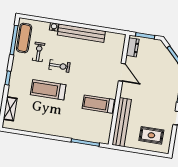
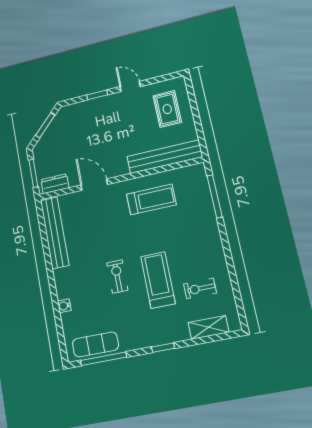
bench: (81, 33) -> (55, 233), moved
exercise bike: (39, 52) -> (200, 288), moved
door: (122, 72) -> (94, 185), hinge flipped
treadmill: (48, 90) -> (158, 280), turned 180
treadmill: (98, 104) -> (151, 199), turned -90

